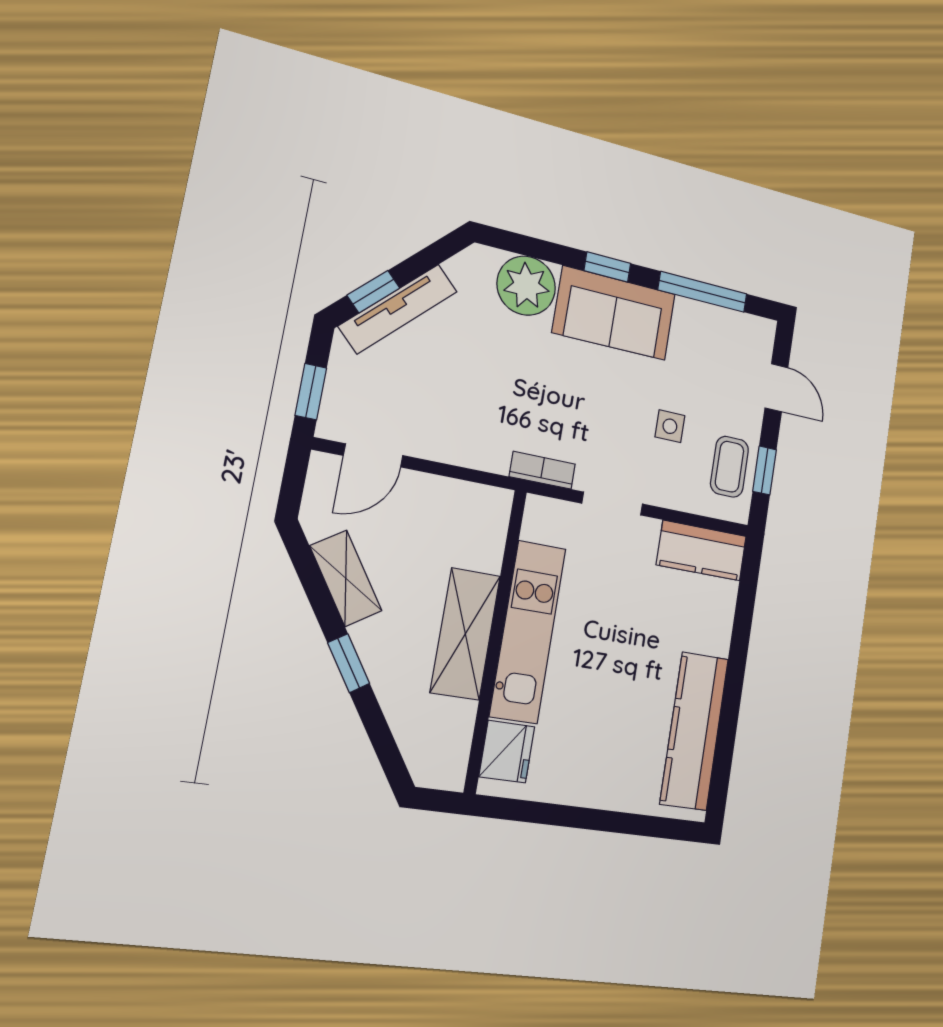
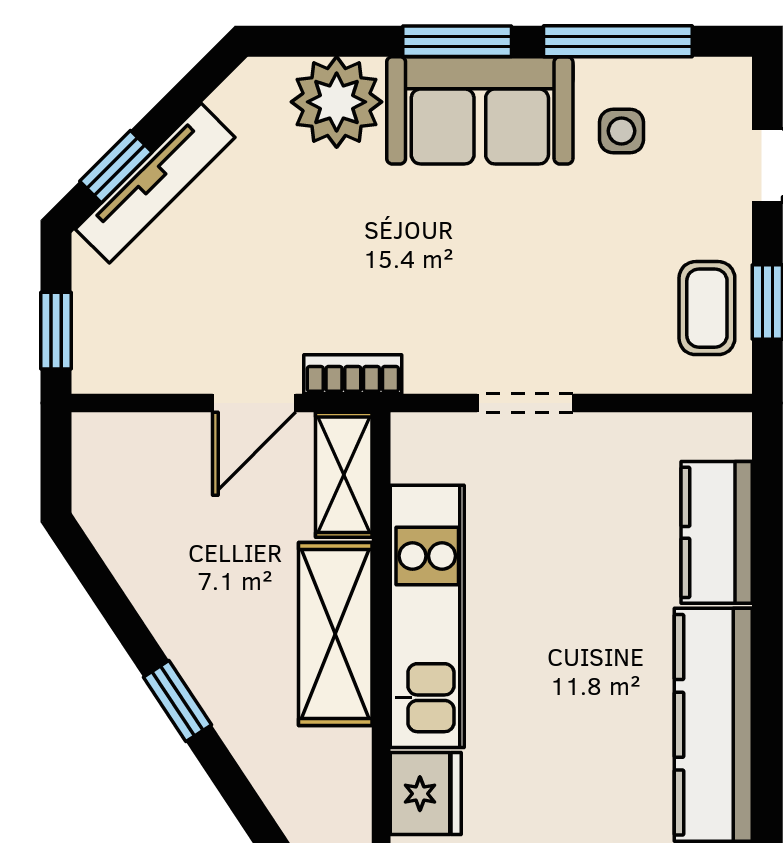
window: (607, 267) -> (457, 41), width x1.50
side table: (670, 426) -> (622, 131), moved
door: (373, 456) -> (254, 403), moved
bookcase: (542, 470) -> (353, 374), moved
kitchen counter: (702, 551) -> (717, 532), moved, turned 90
shelving: (346, 578) -> (344, 475), moved, turned 33

